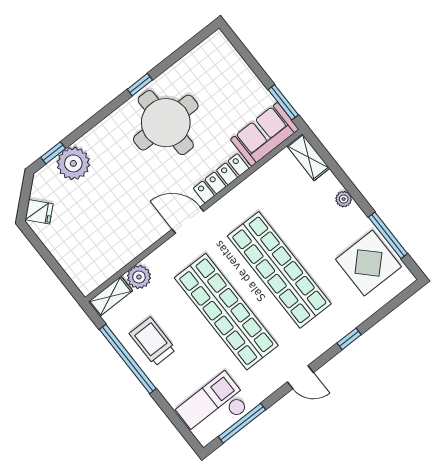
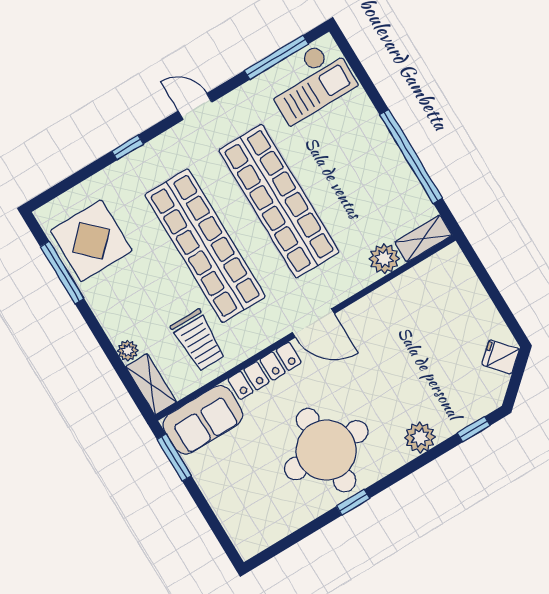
plant: (73, 163) -> (420, 437), moved, width x0.73, depth x0.73
plant: (344, 199) -> (128, 351), moved
trolley: (153, 342) -> (198, 340), moved

